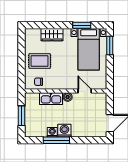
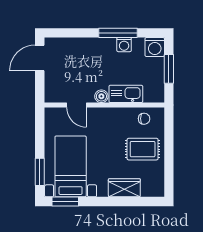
window: (82, 25) -> (65, 202), moved
washing machine: (64, 131) -> (155, 47), moved

